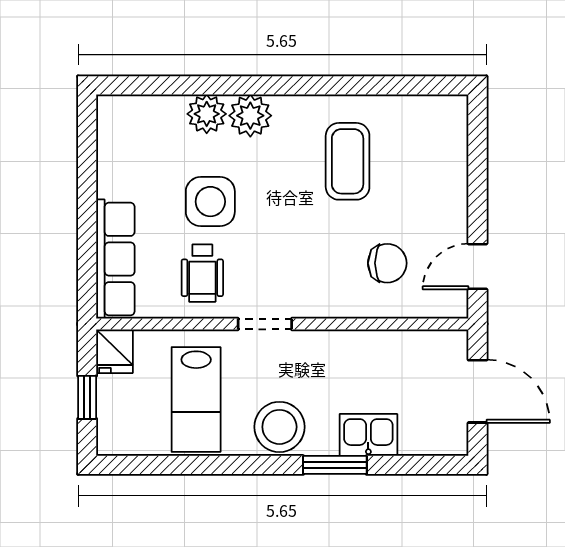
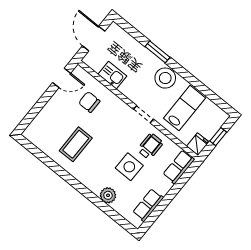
plant: (250, 116) -> (95, 184), removed
row of seats: (115, 158) -> (148, 205), added
row of seats: (115, 259) -> (179, 167), width x0.68
kitchen sink: (368, 435) -> (112, 75), moved, turned 180

